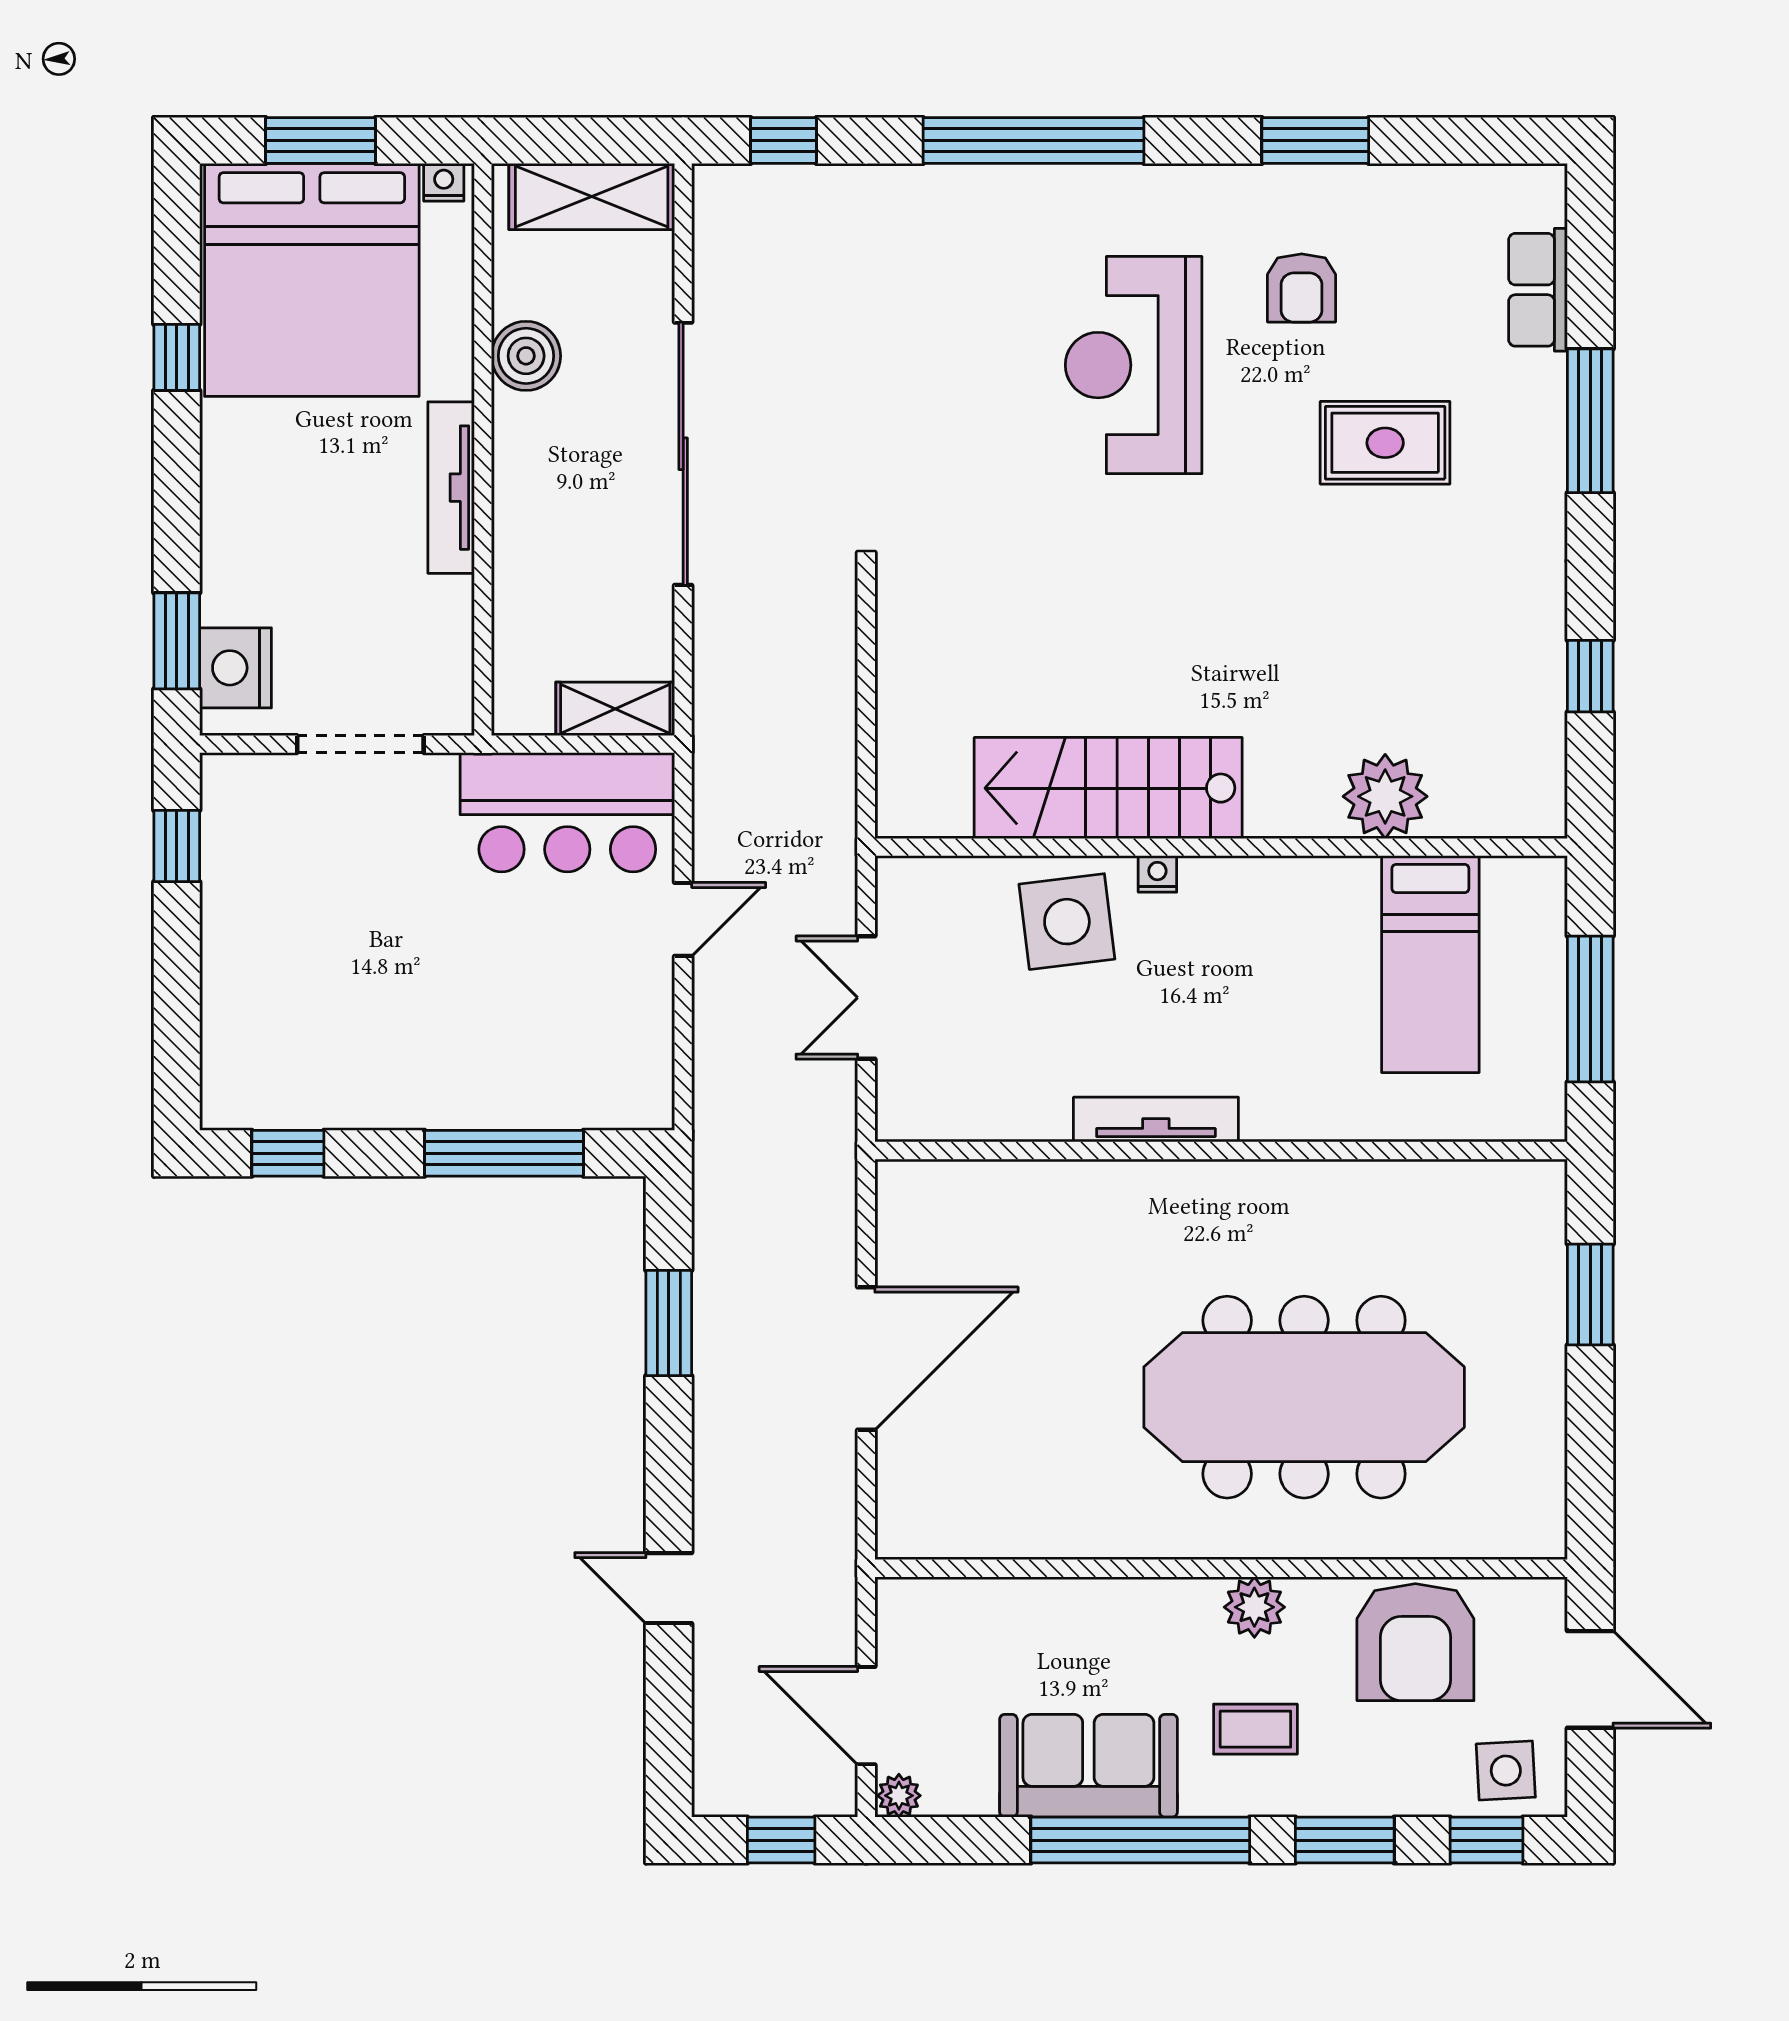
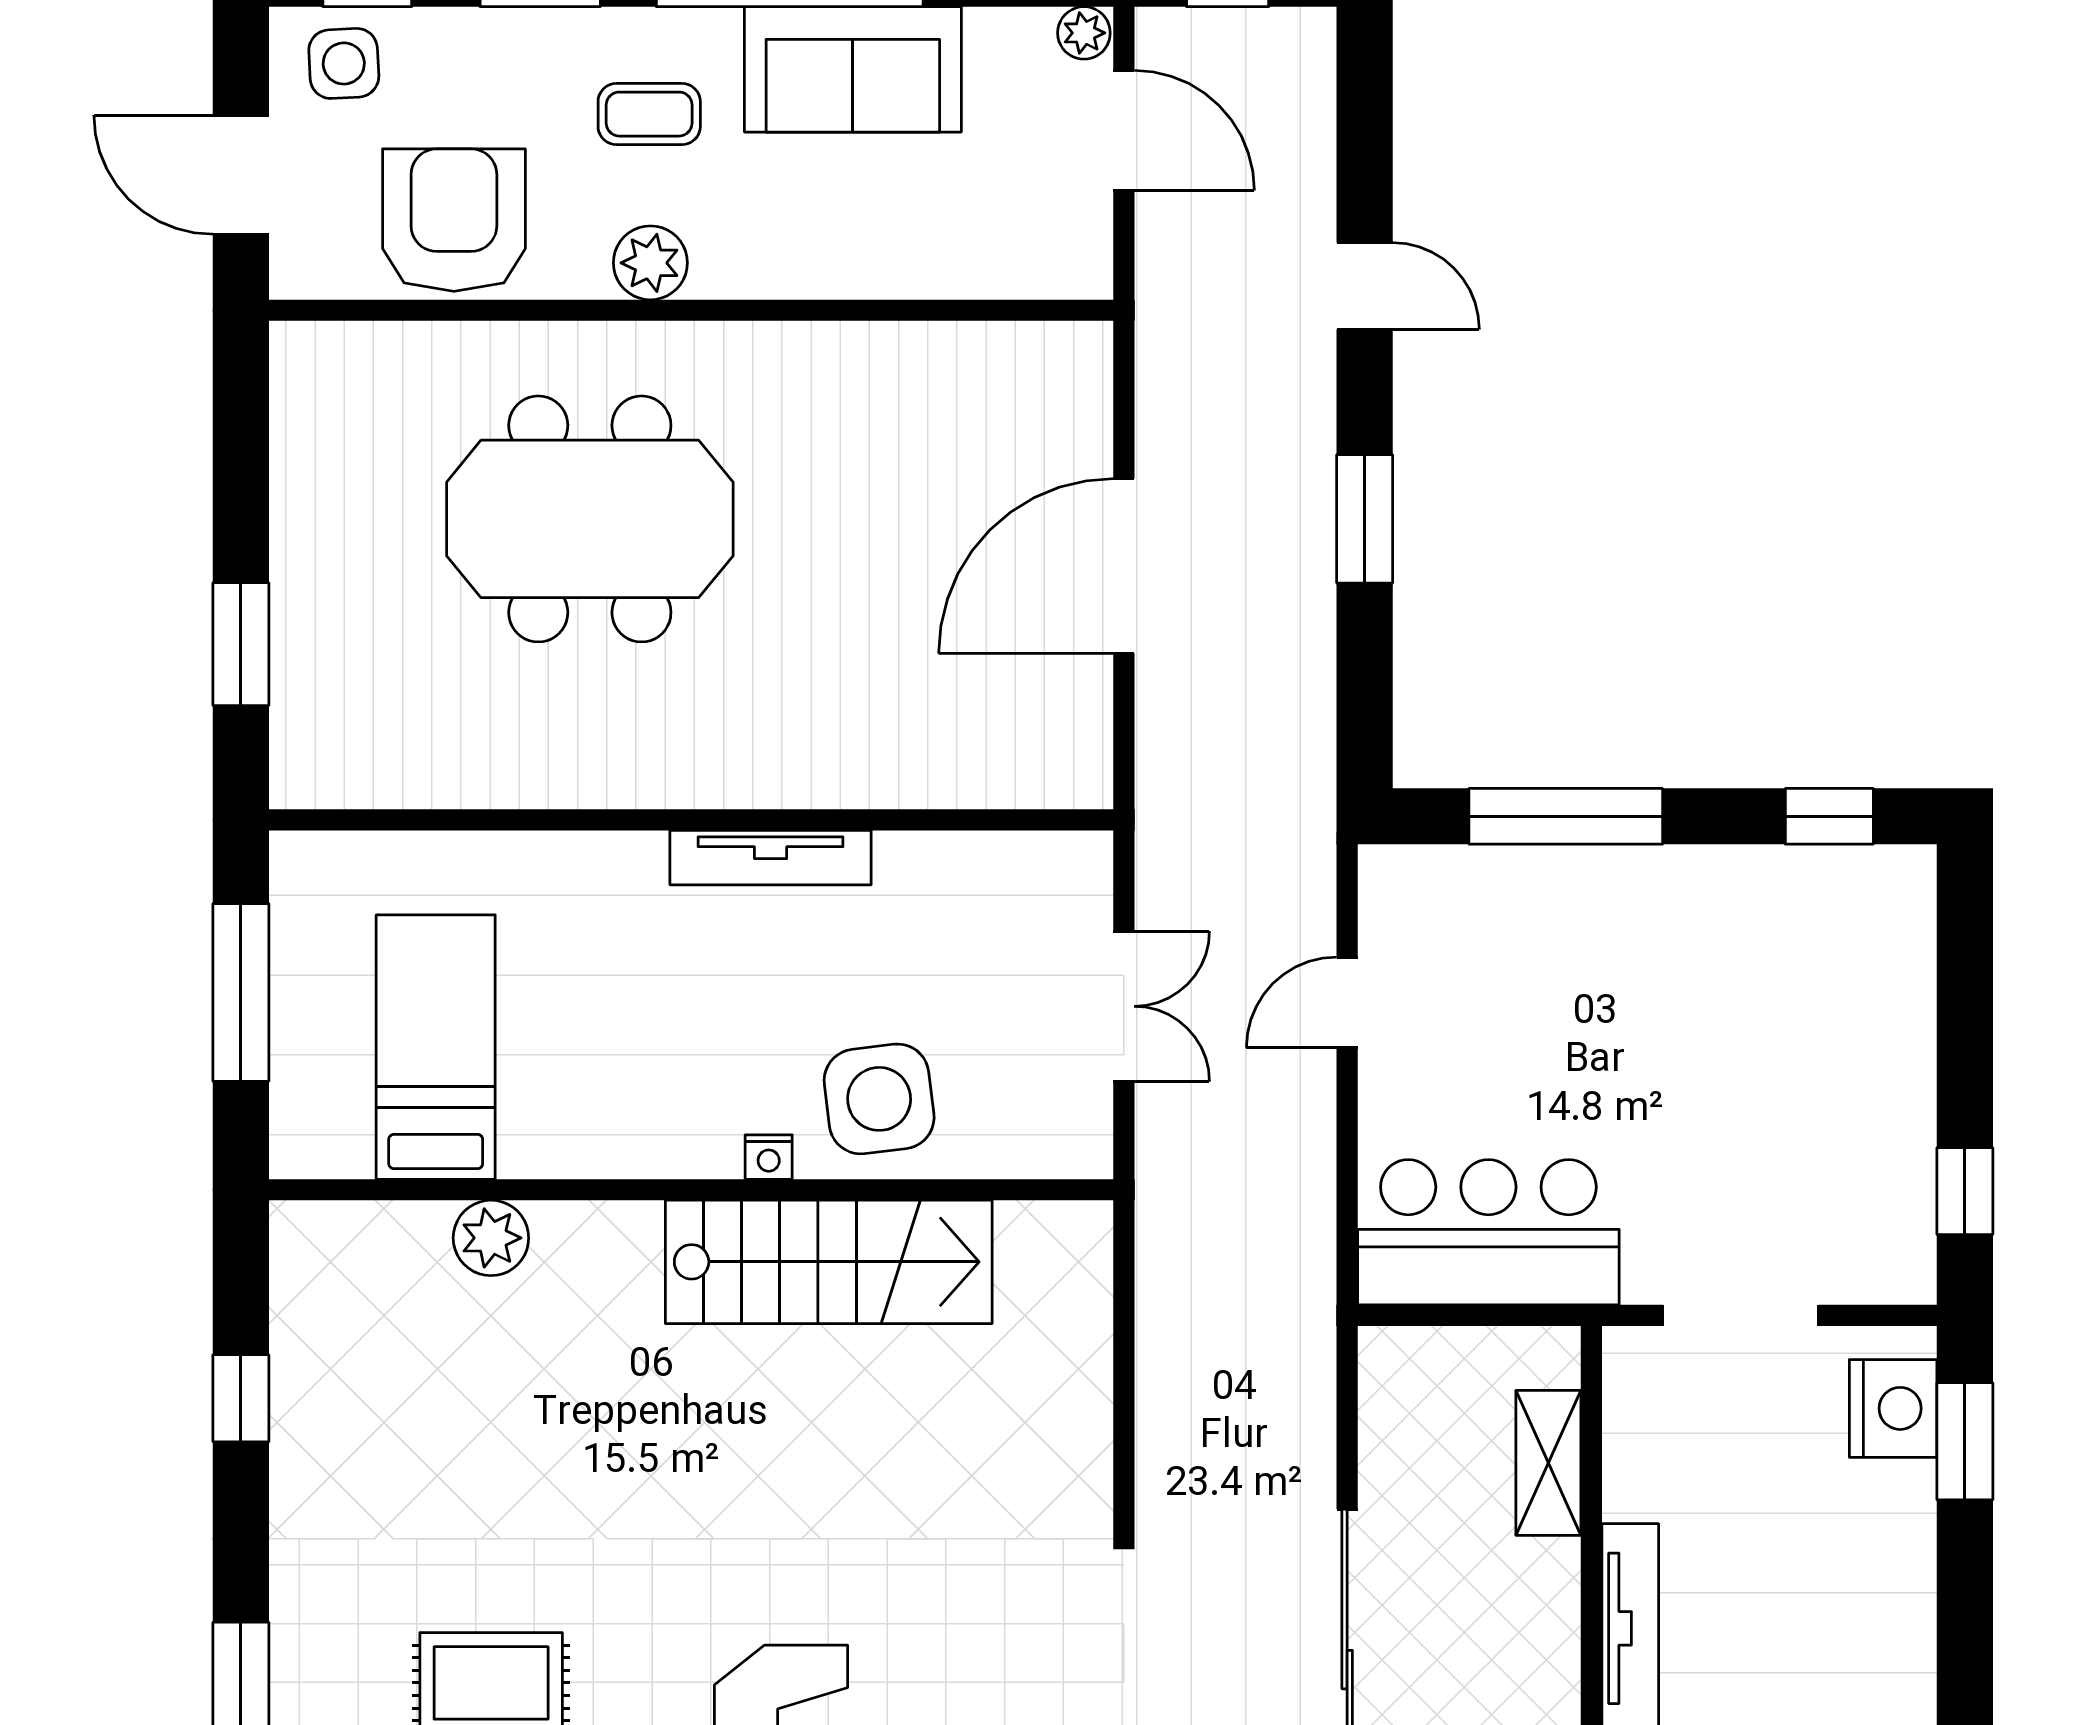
shelving: (615, 709) -> (1548, 1463), moved, turned 90
plant: (1385, 796) -> (491, 1238), width x0.73, depth x0.73
door: (683, 919) -> (1347, 1002), moved
window: (669, 1323) -> (1365, 519), moved
meeting table: (1304, 1397) -> (590, 519), width x0.73

